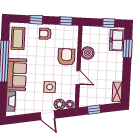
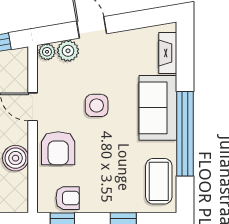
armchair: (45, 34) -> (68, 198), moved
side table: (50, 87) -> (97, 105), moved

